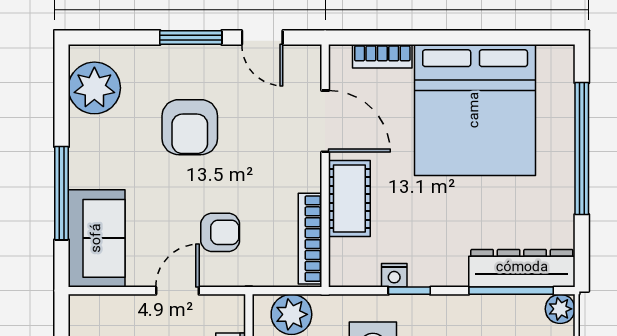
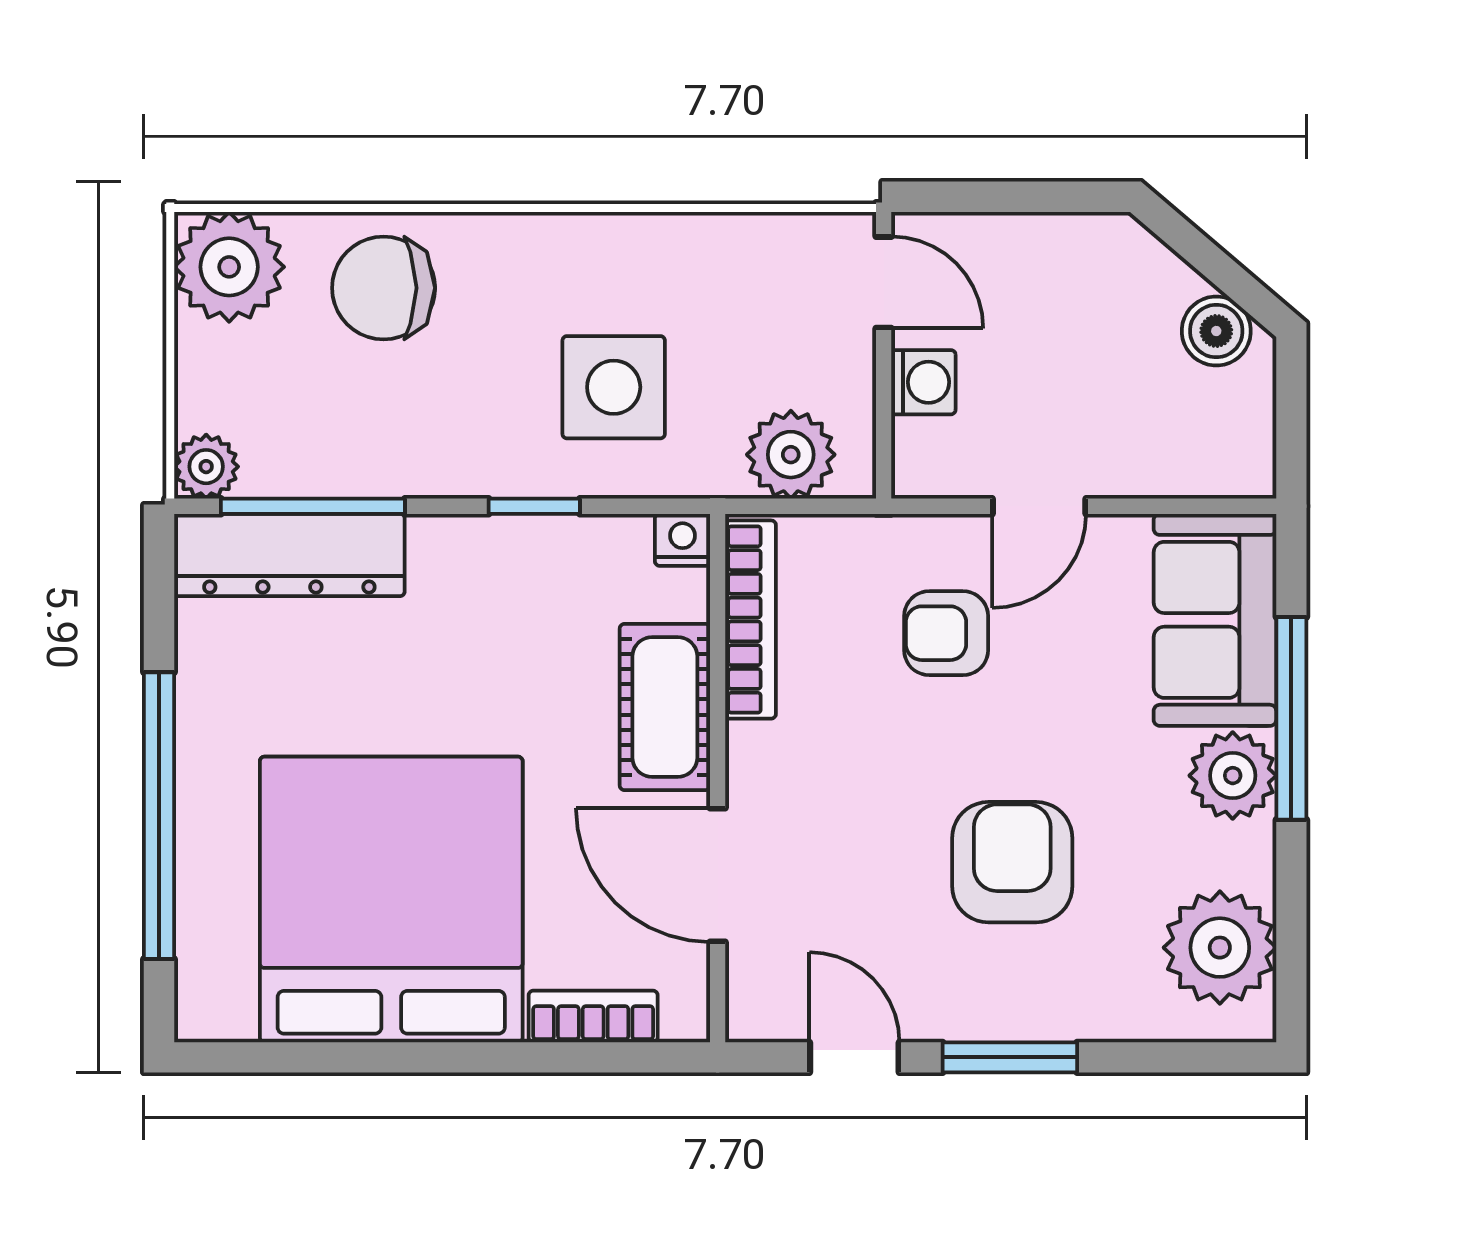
plant: (88, 167) -> (1233, 776), added
nightstand: (394, 275) -> (682, 540), moved

